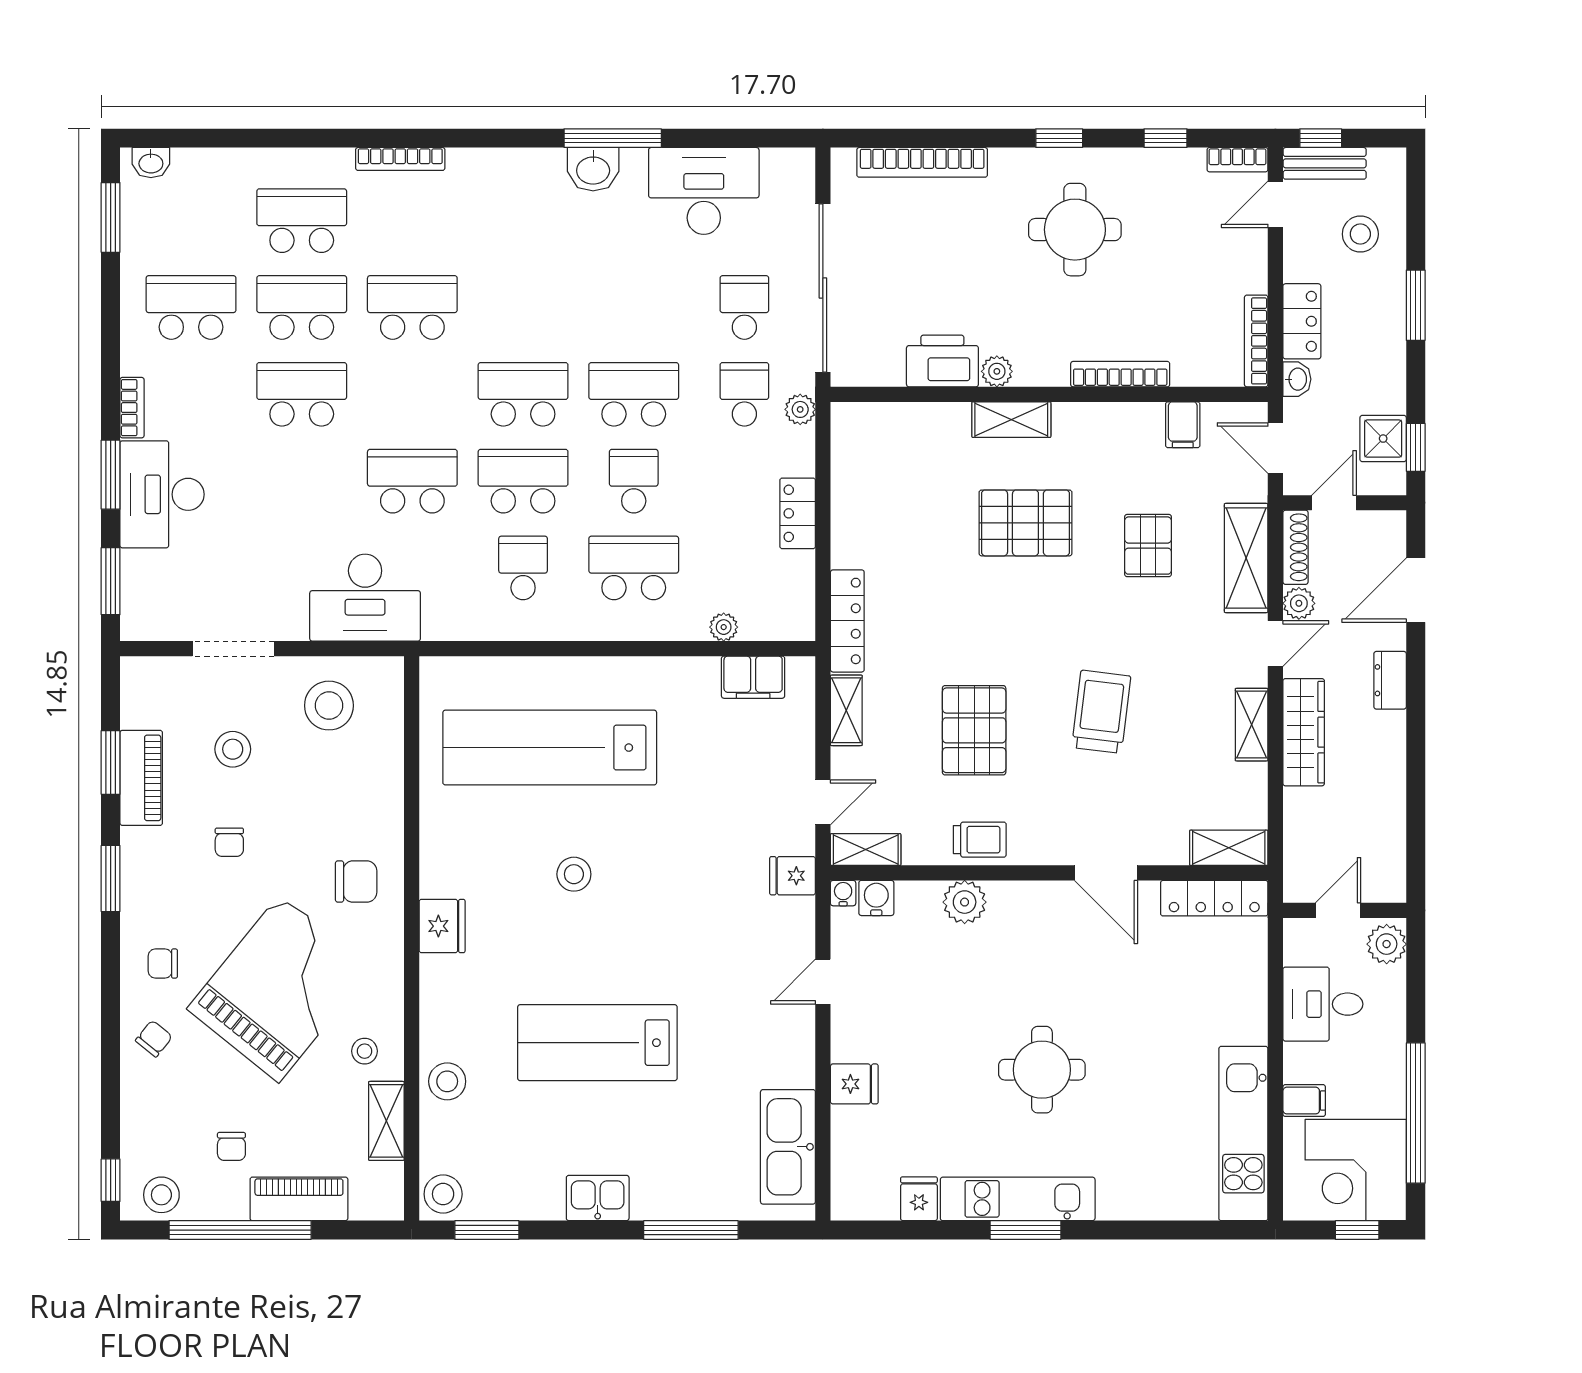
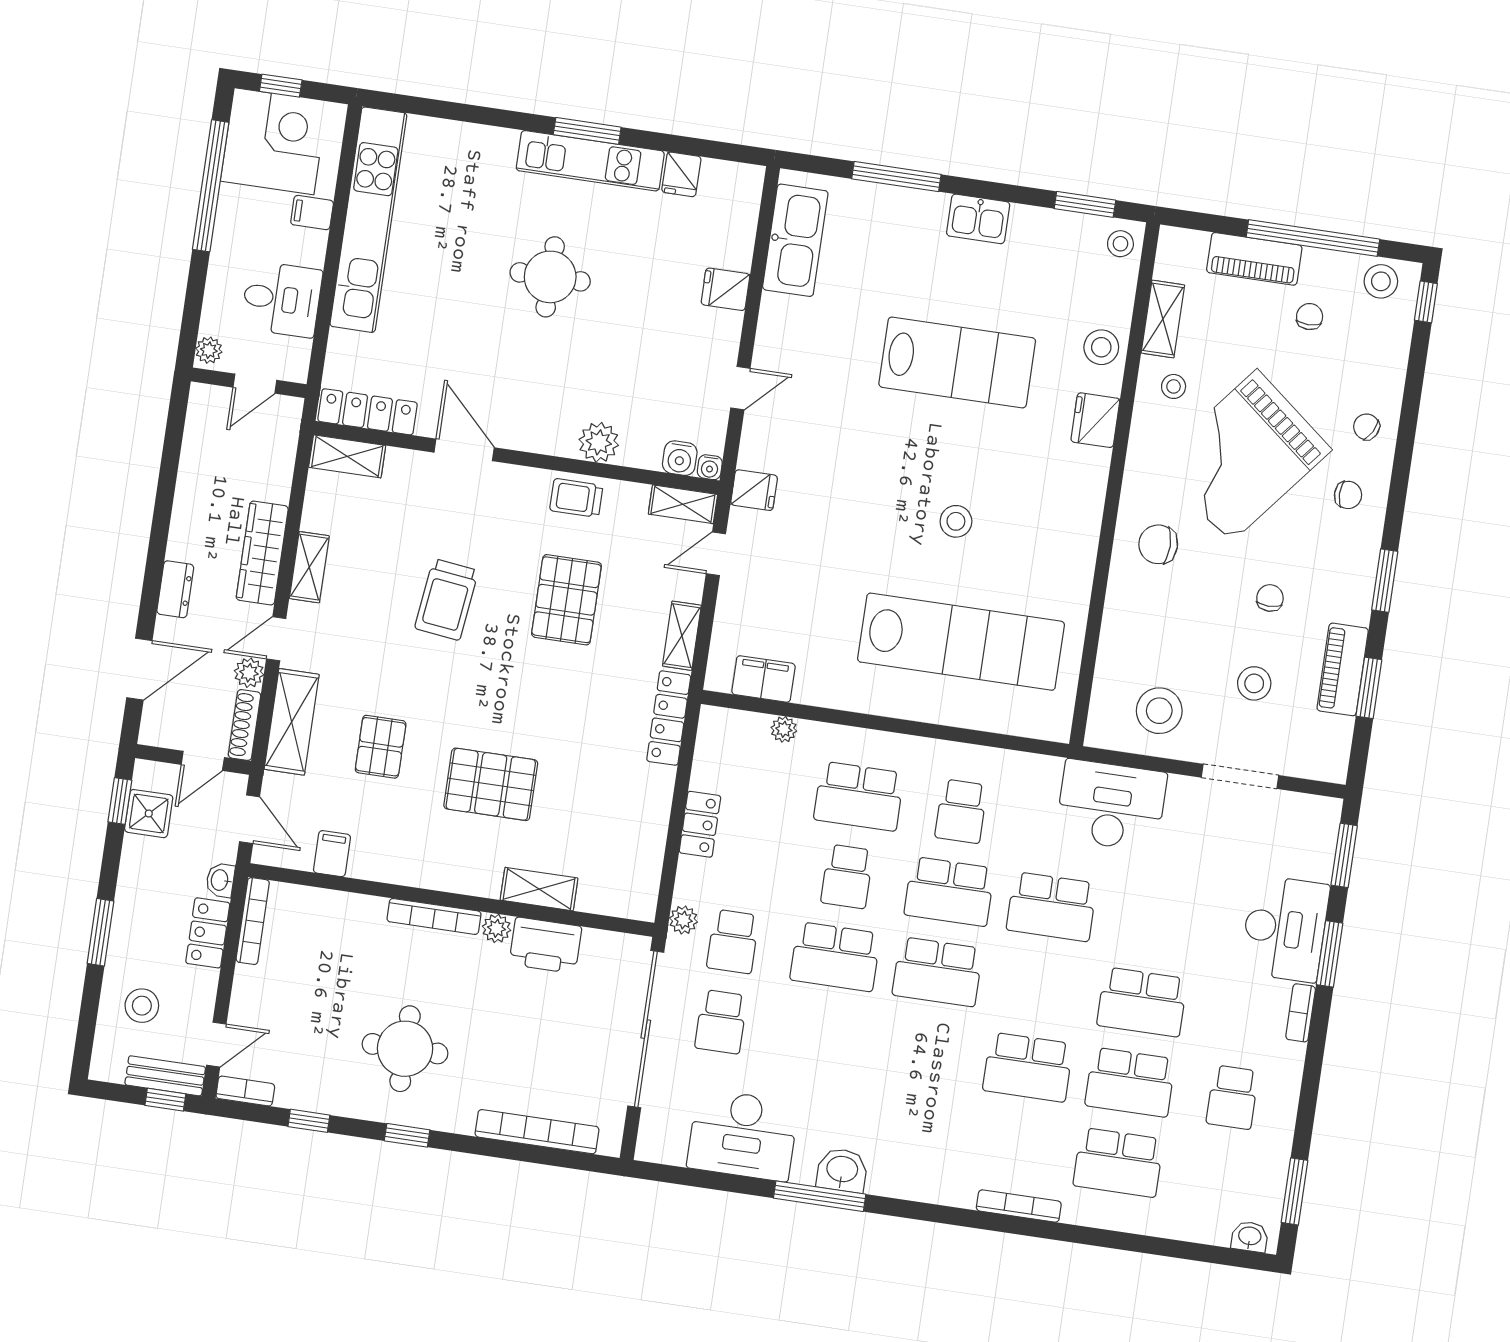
school desk: (191, 307) -> (1232, 1097), width x0.54
bookcase: (1120, 374) -> (434, 916), moved
shelving: (1011, 420) -> (539, 889), moved
fridge: (442, 926) -> (1095, 420), moved
plant: (1387, 944) -> (209, 350), width x0.73, depth x0.73
chair: (154, 1039) -> (1366, 427), turned 79
kitchen unit: (1243, 1134) -> (368, 220), width x1.36
stool: (443, 1194) -> (1120, 244), width x0.73, depth x0.73

